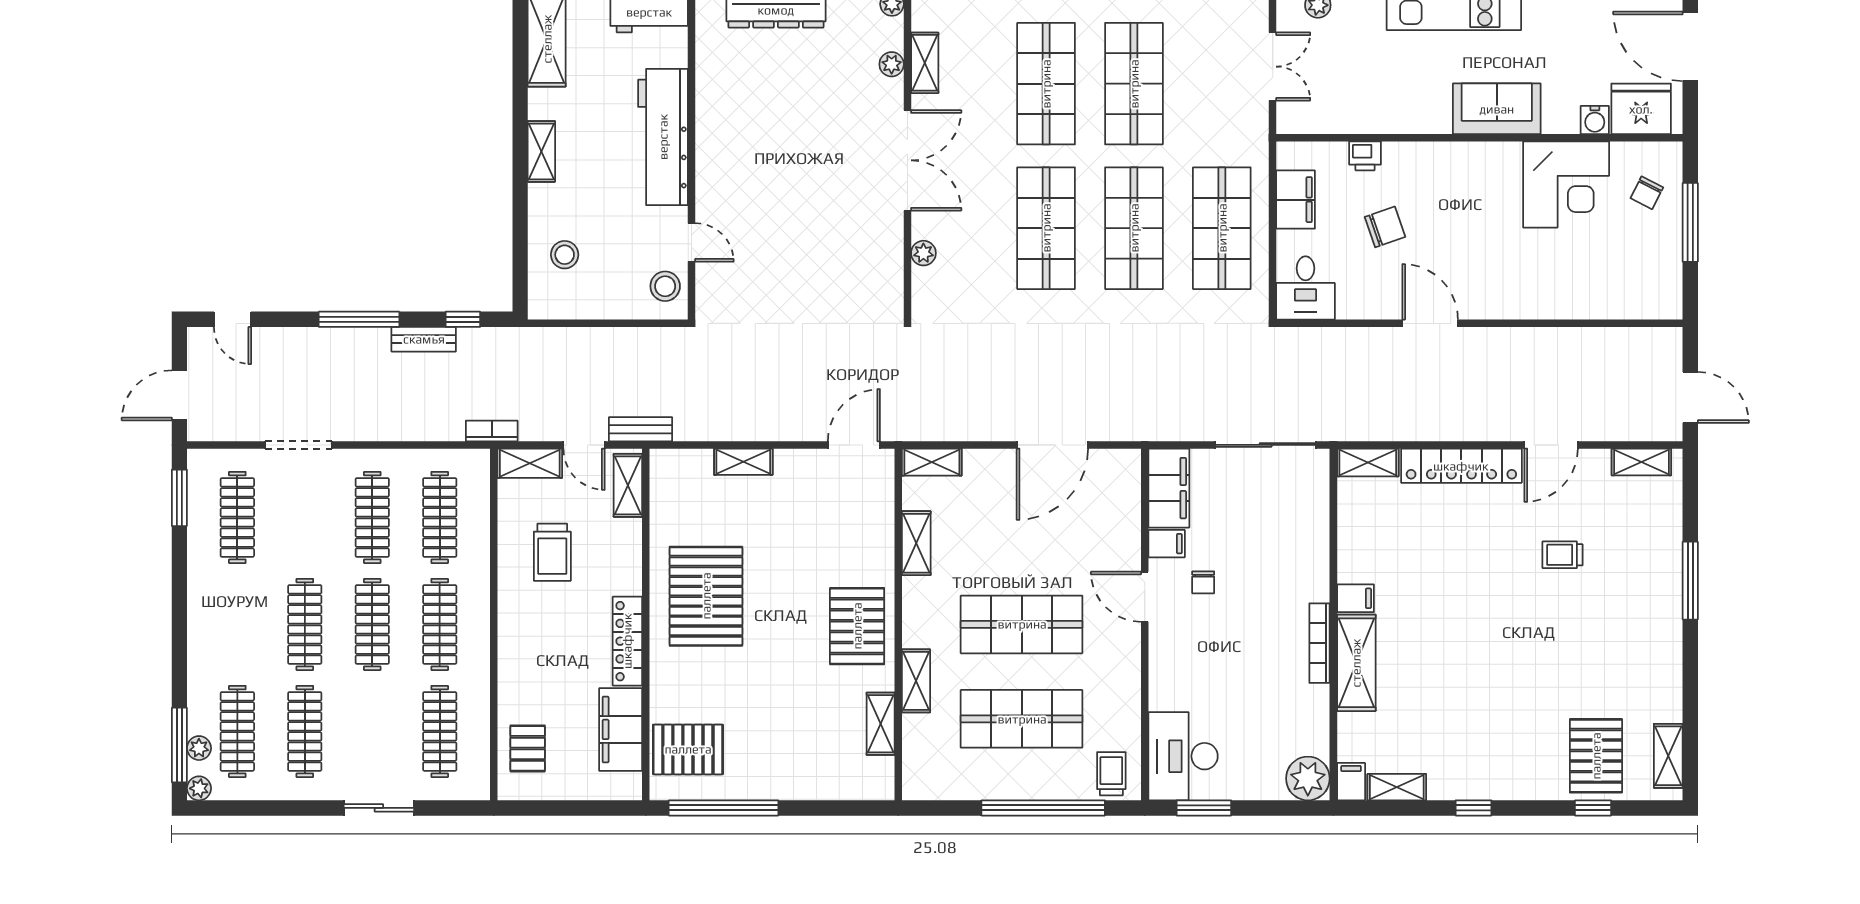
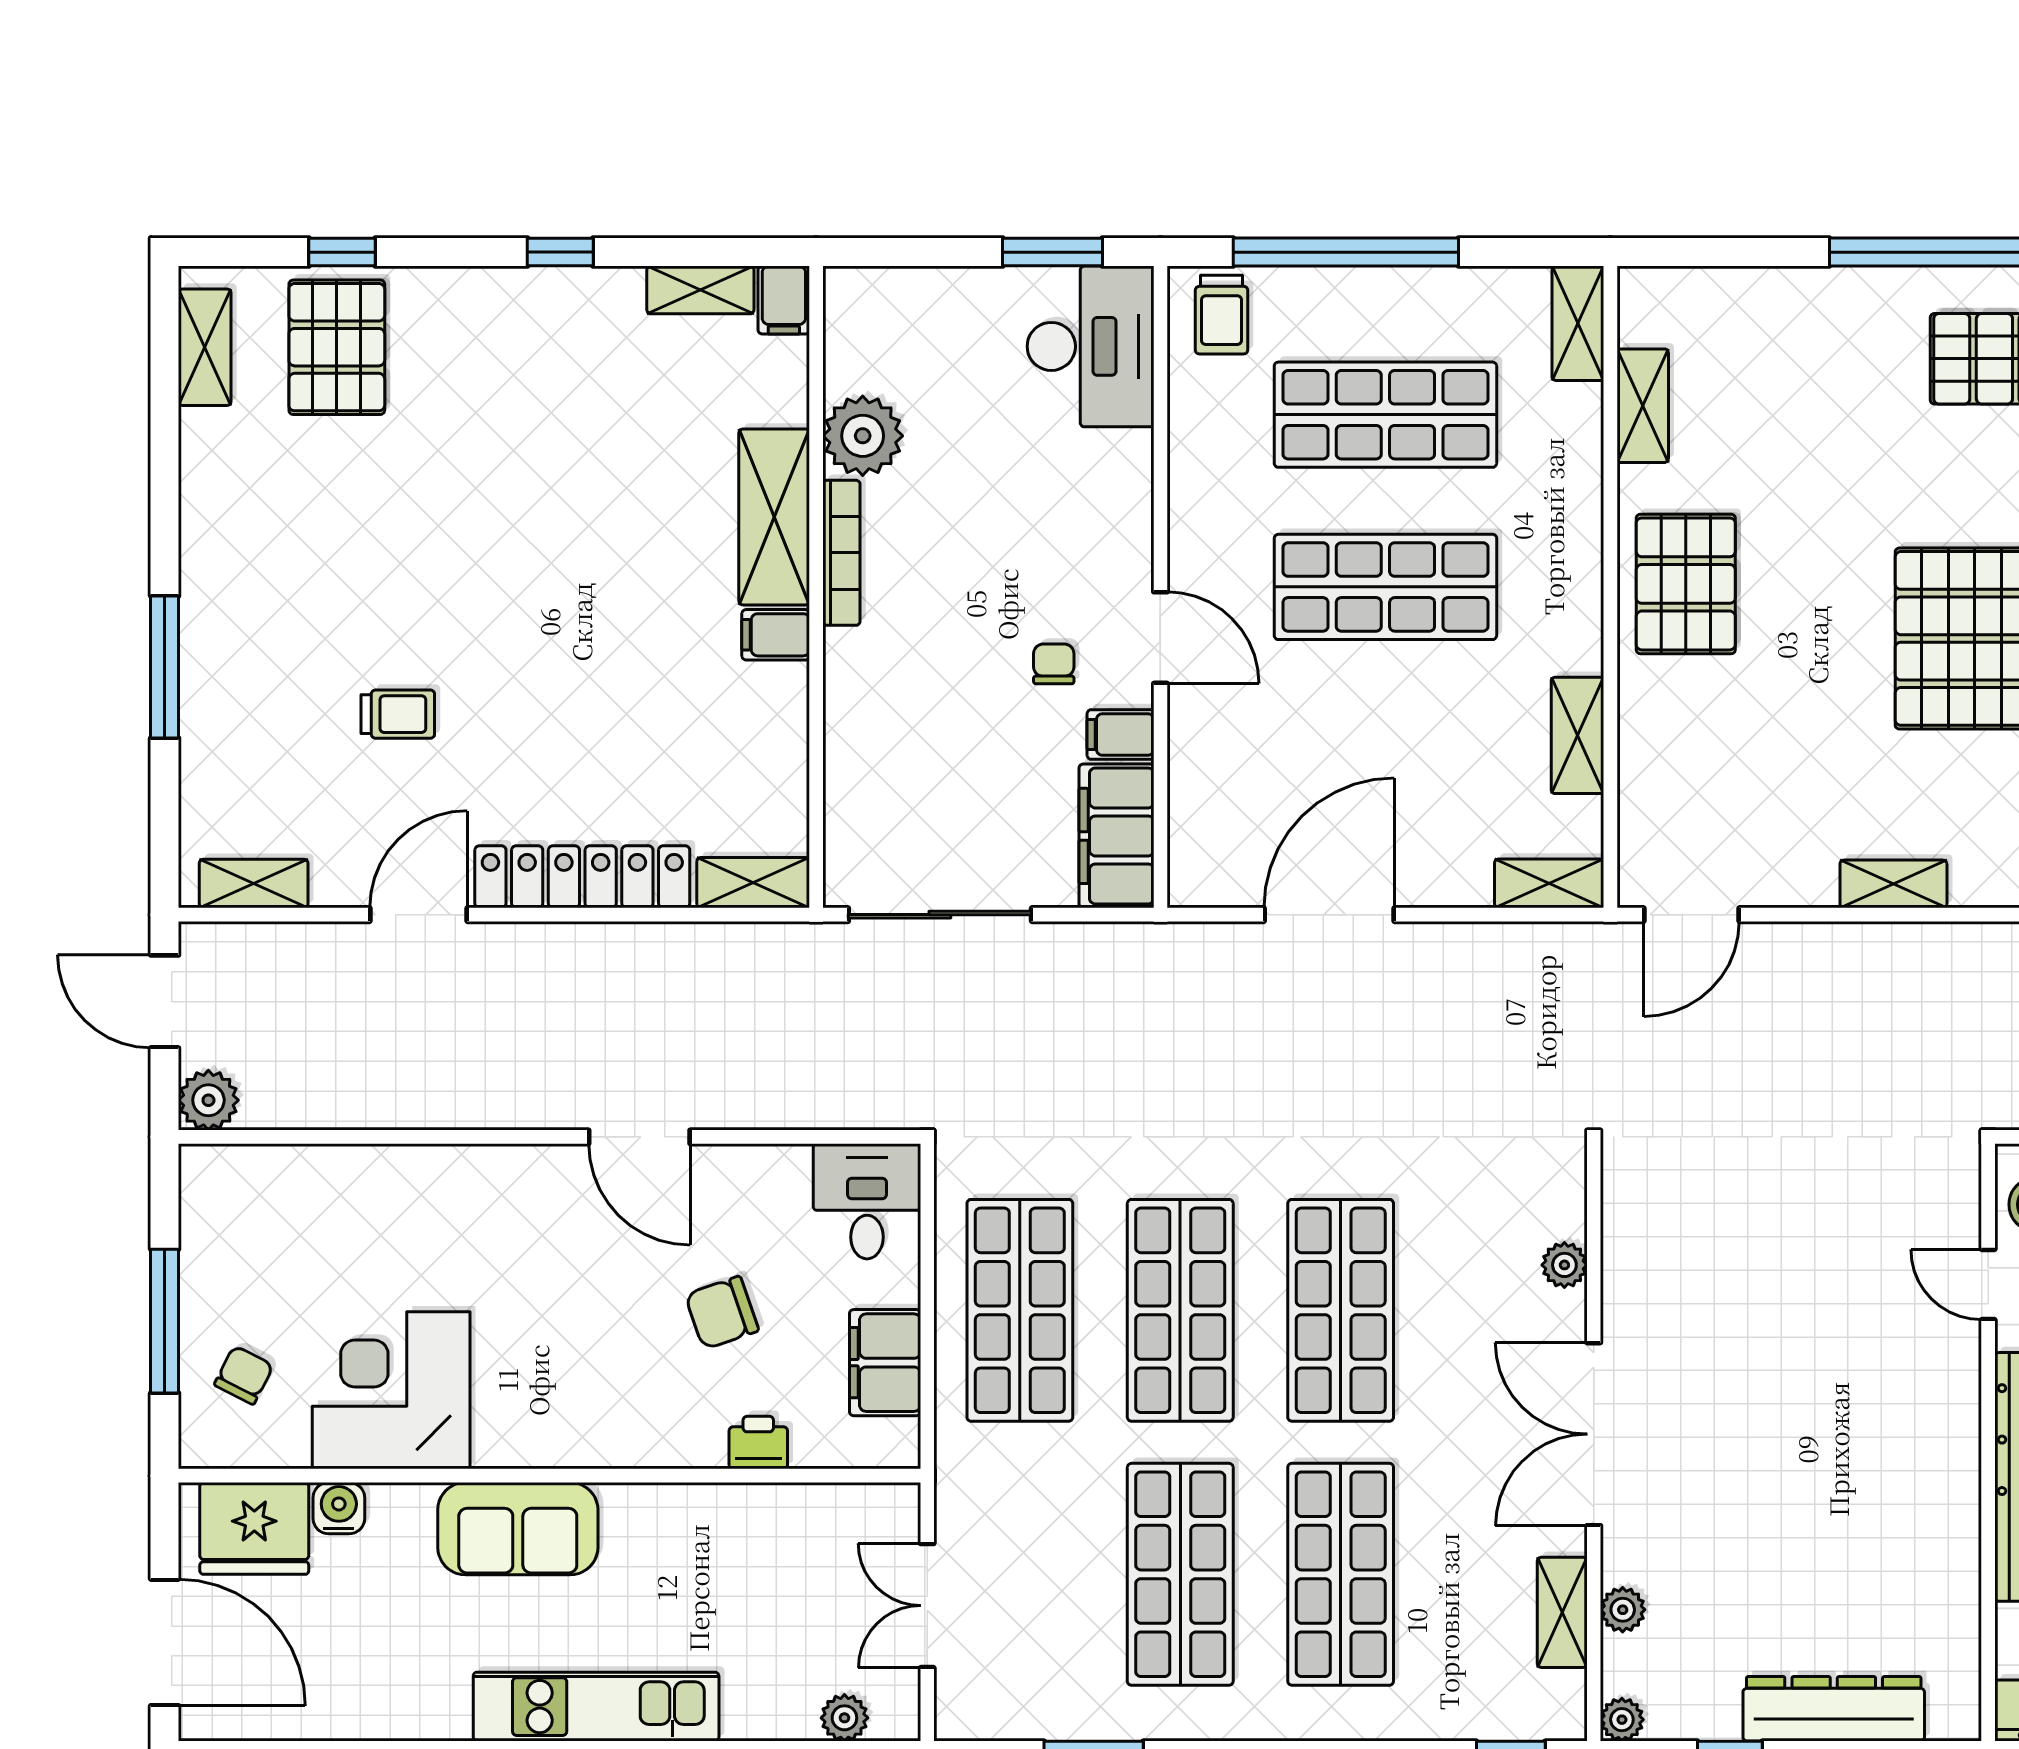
plant: (1666, 343) -> (208, 1100), added
shelving: (916, 681) -> (1578, 323), moved
plant: (1308, 778) -> (863, 436), moved

